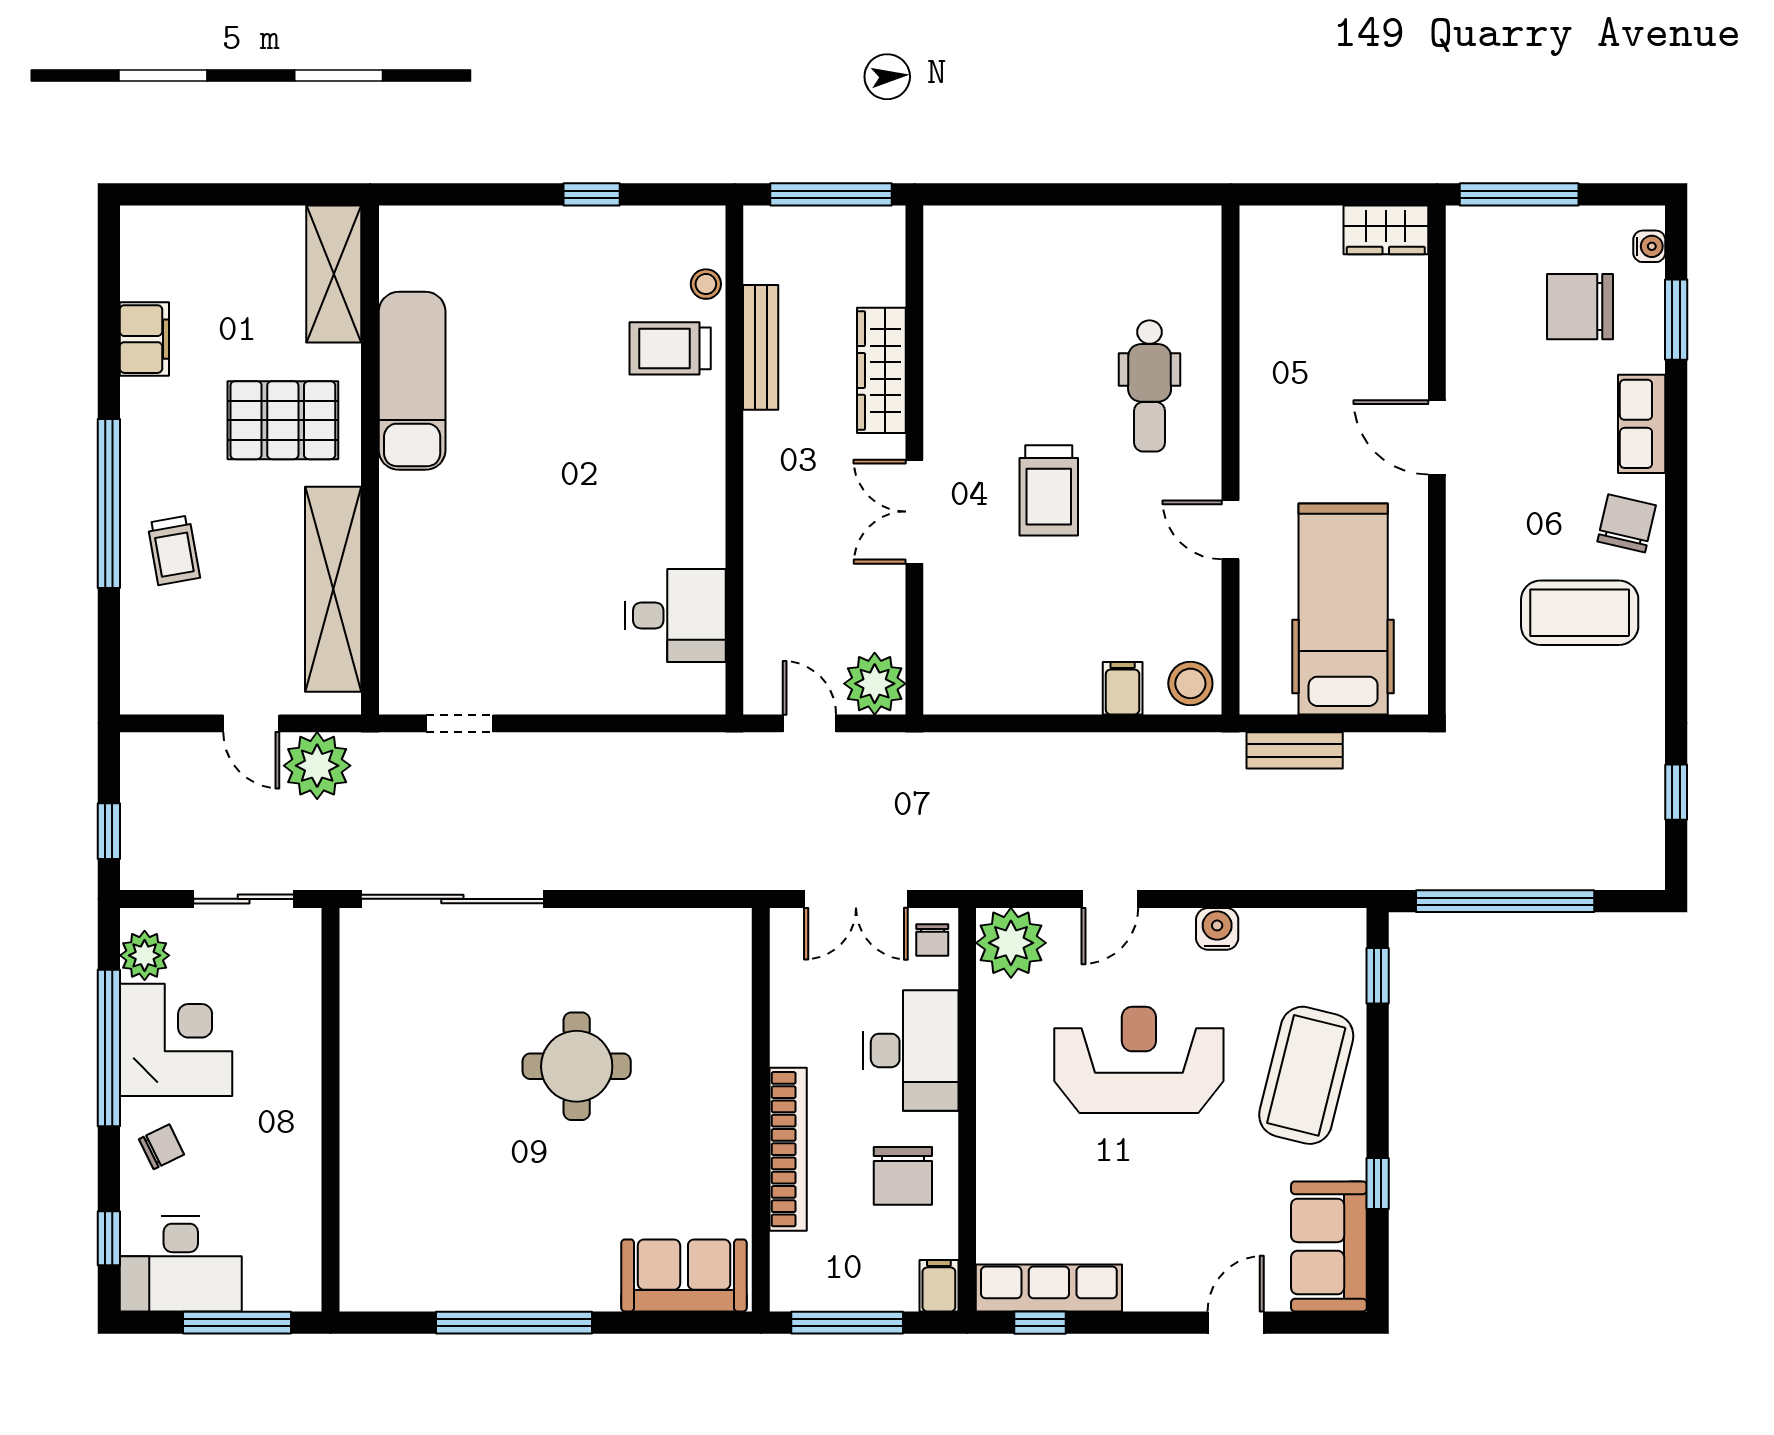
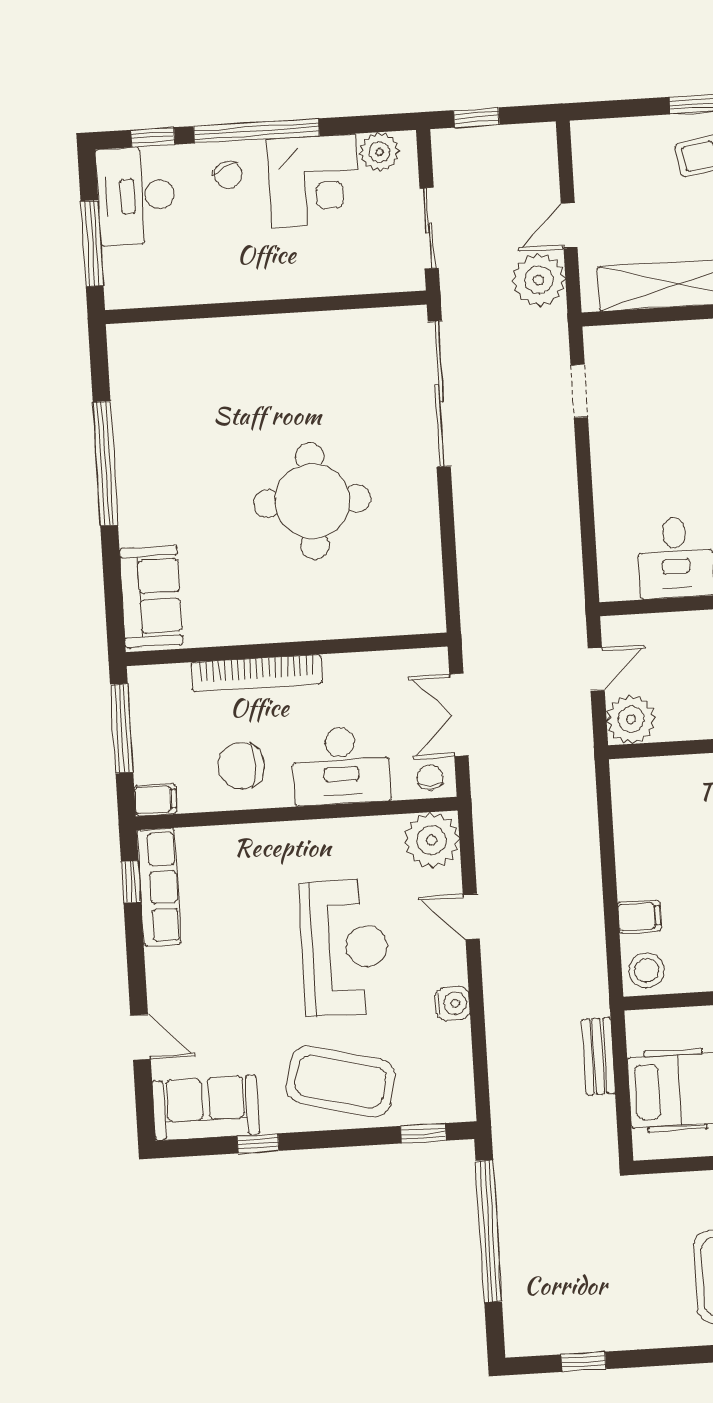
chair: (932, 940) -> (430, 778), turned 90
window: (109, 1048) -> (257, 131), moved
round table: (577, 1066) -> (312, 501), width x1.36, depth x1.36

